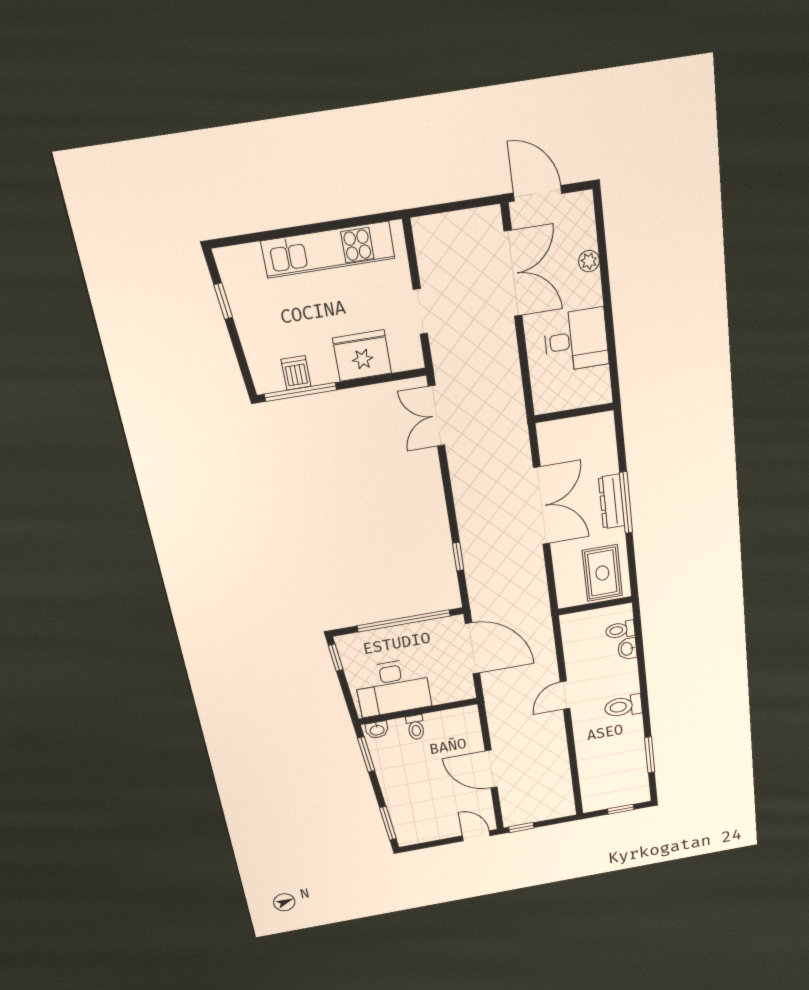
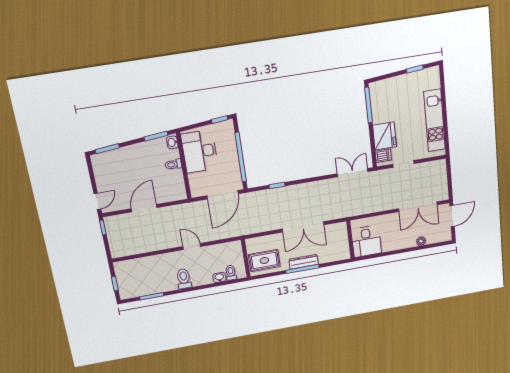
desk: (576, 340) -> (366, 241), moved
dishwasher: (296, 373) -> (383, 156), moved

